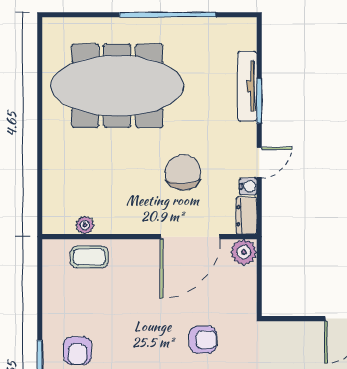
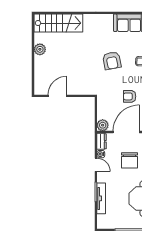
door: (259, 162) -> (96, 165), swing flipped
armchair: (203, 340) -> (130, 96), moved

